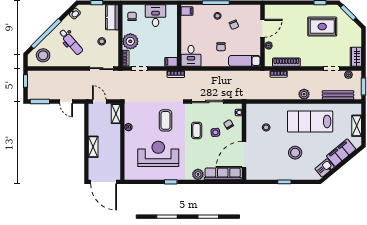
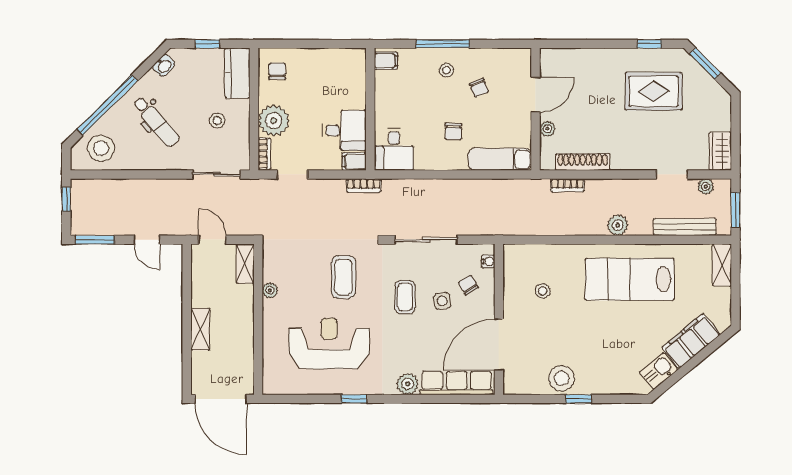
desk: (156, 16) -> (344, 130), moved, turned 90
shelving: (357, 126) -> (722, 265), moved
stool: (295, 153) -> (562, 378), moved

